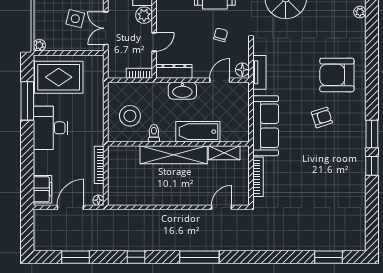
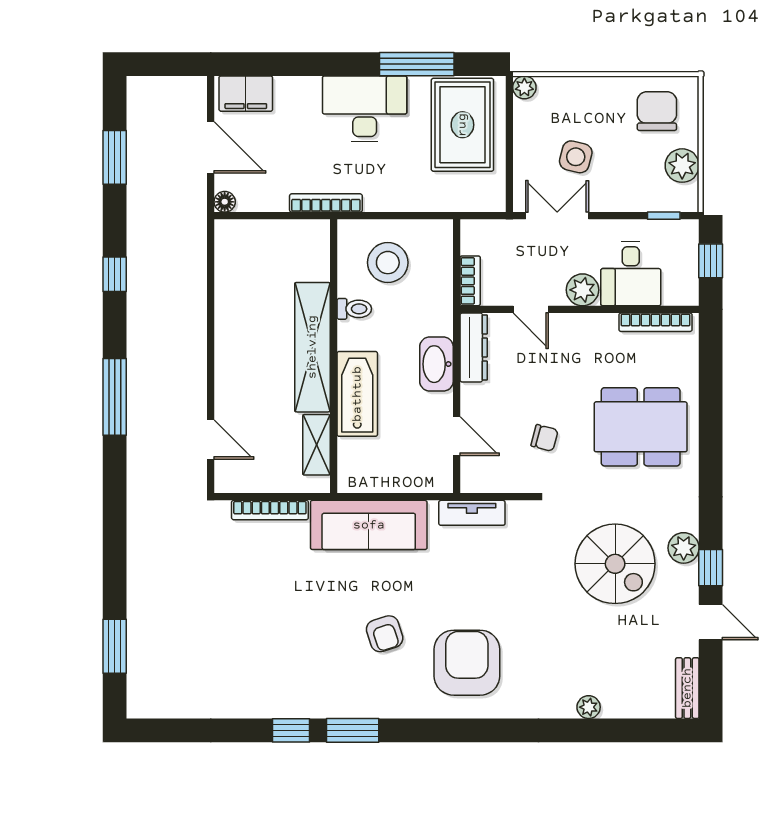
floor lamp: (242, 70) -> (477, 480), removed
bookcase: (99, 165) -> (326, 203), moved

